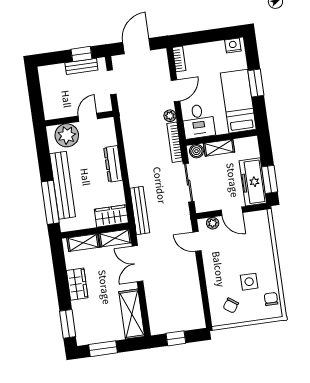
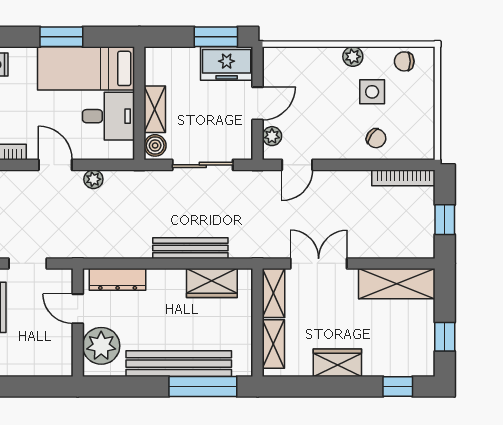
desk: (198, 121) -> (108, 116), moved
bookcase: (175, 142) -> (403, 178), moved
dresser: (113, 164) -> (118, 279), moved
freezer: (253, 182) -> (227, 64), width x0.71
bench: (140, 210) -> (190, 248), moved
wardrobe: (111, 216) -> (212, 283), moved, turned -90
double door: (137, 264) -> (319, 263), swing flipped
plant: (269, 267) -> (353, 57), added
chair: (231, 305) -> (376, 138), moved
window: (68, 324) -> (398, 387), width x0.67
window: (103, 349) -> (445, 337), width x0.67

